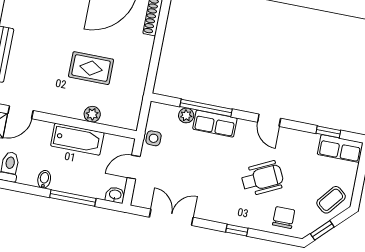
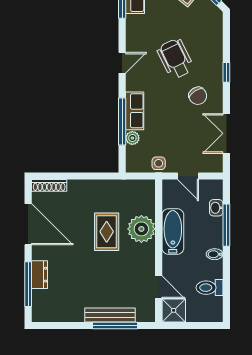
plant: (92, 114) -> (141, 229), width x1.88, depth x1.88
washbasin: (115, 195) -> (216, 208), moved
chair: (284, 218) -> (198, 96), moved, turned -124

